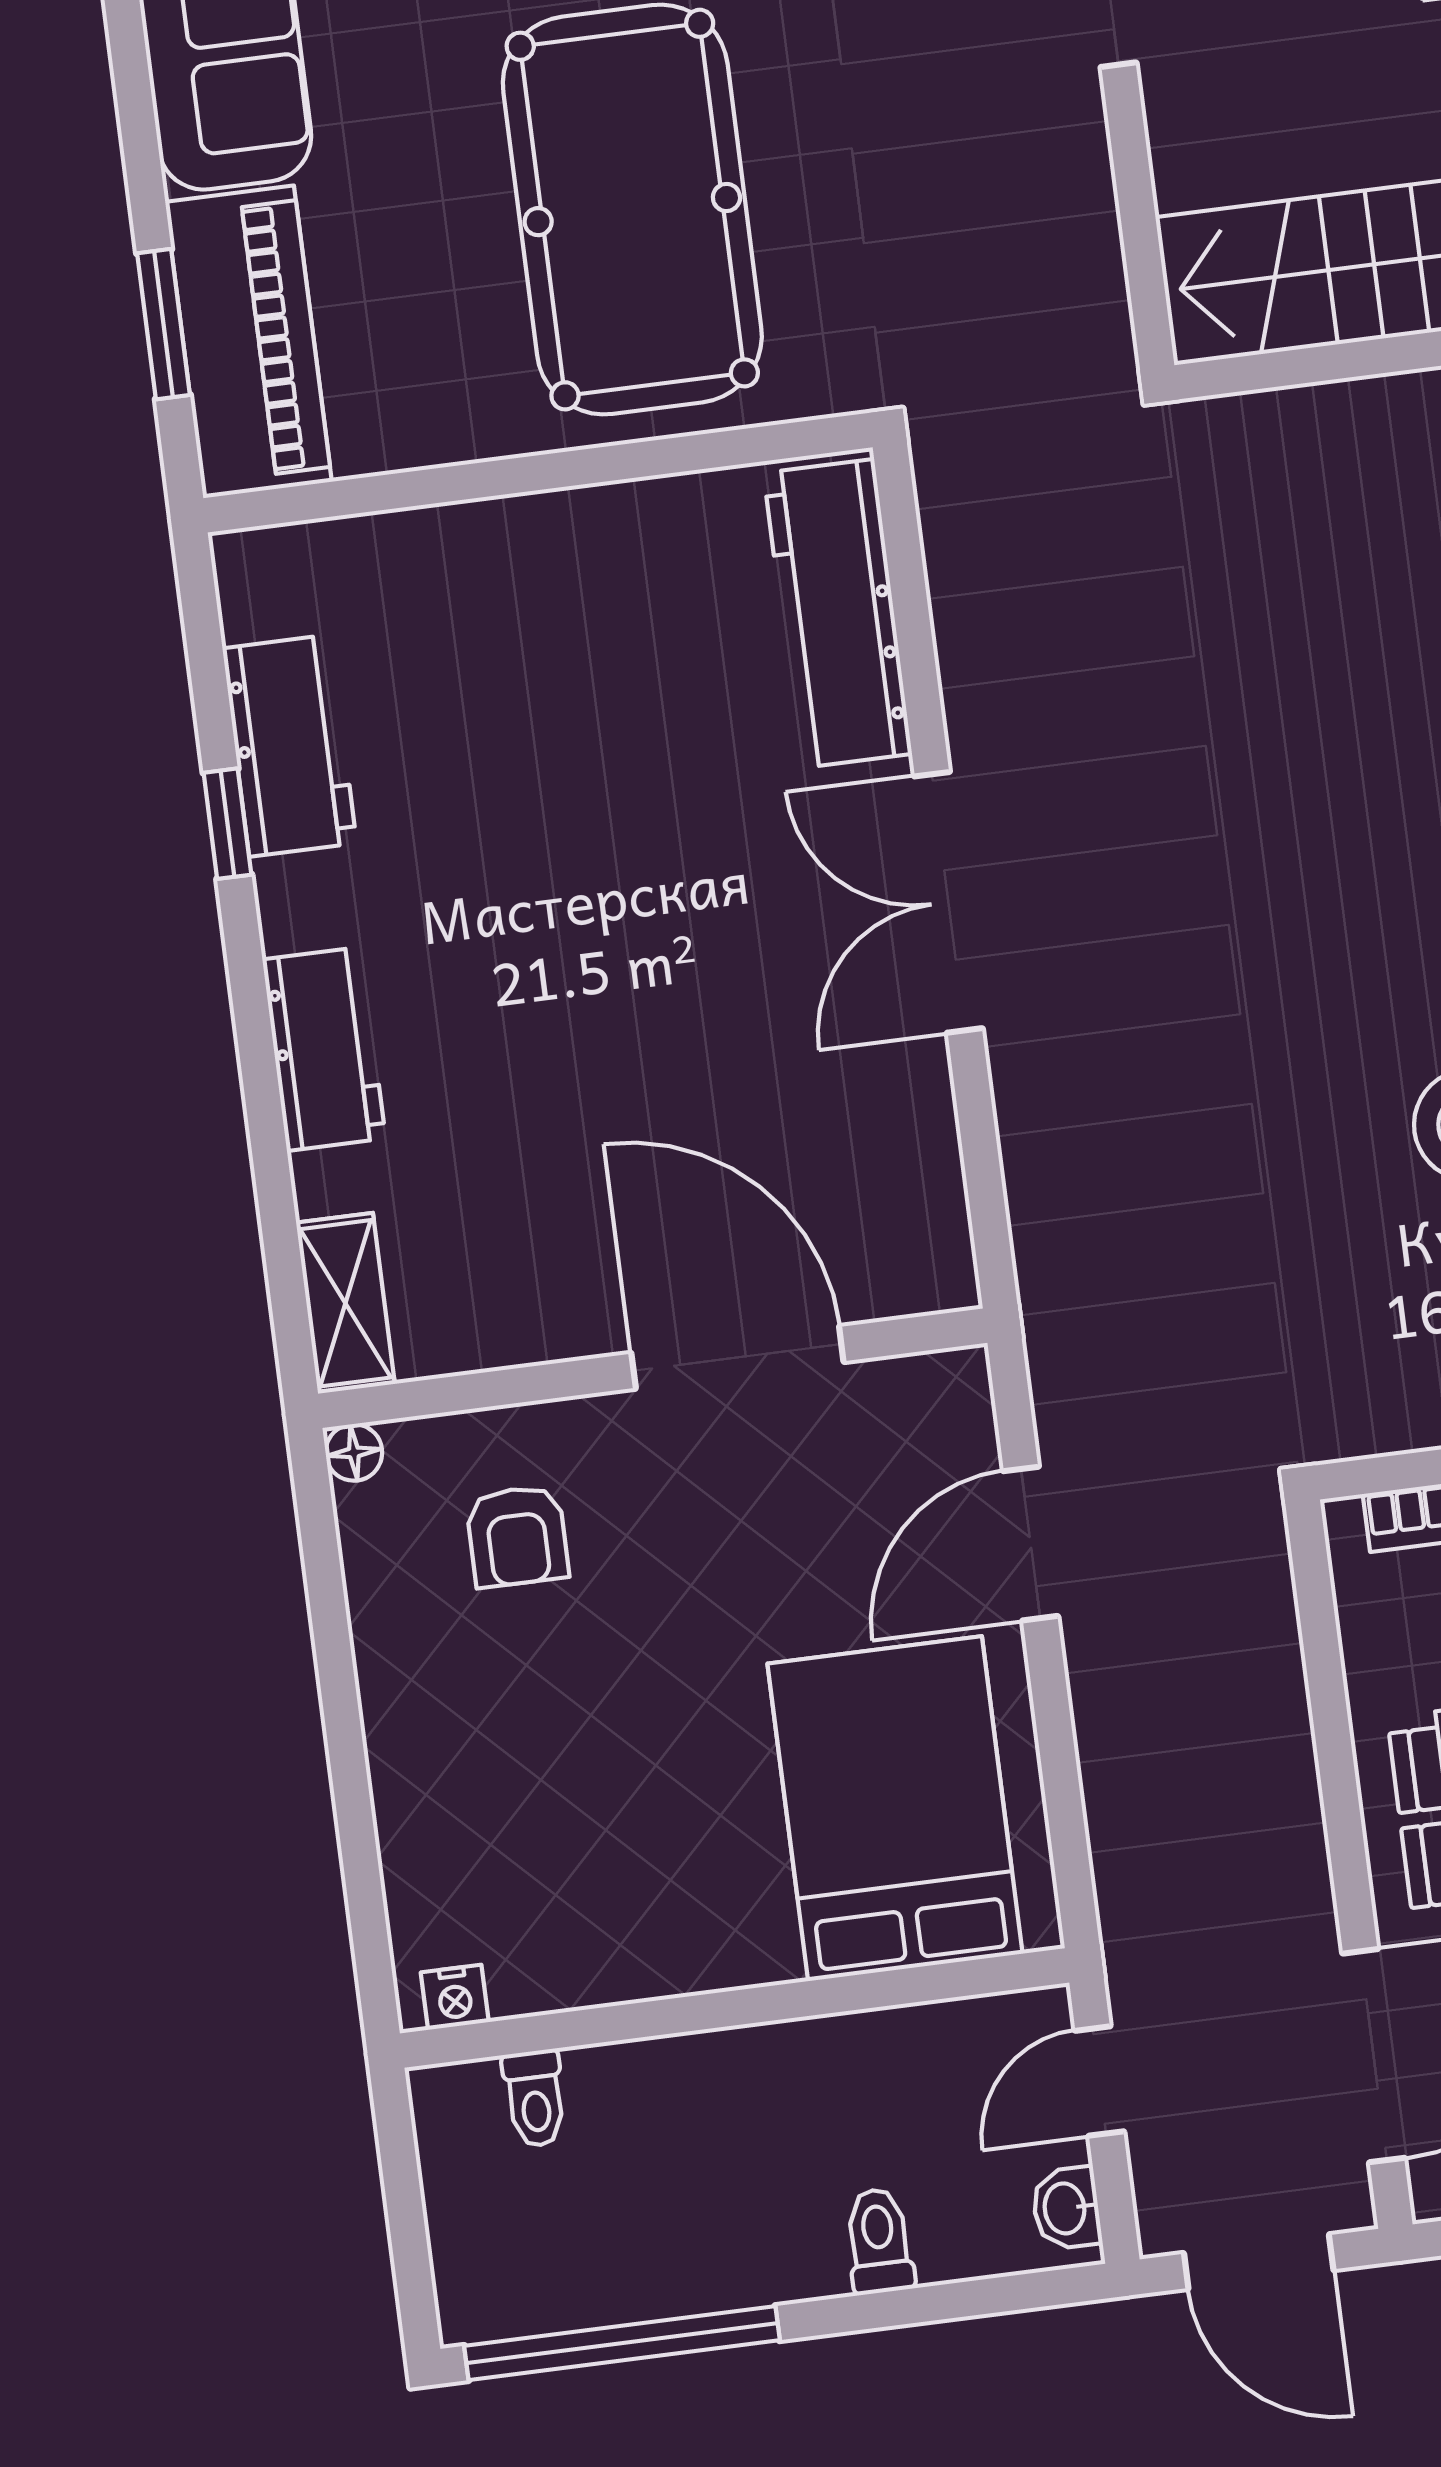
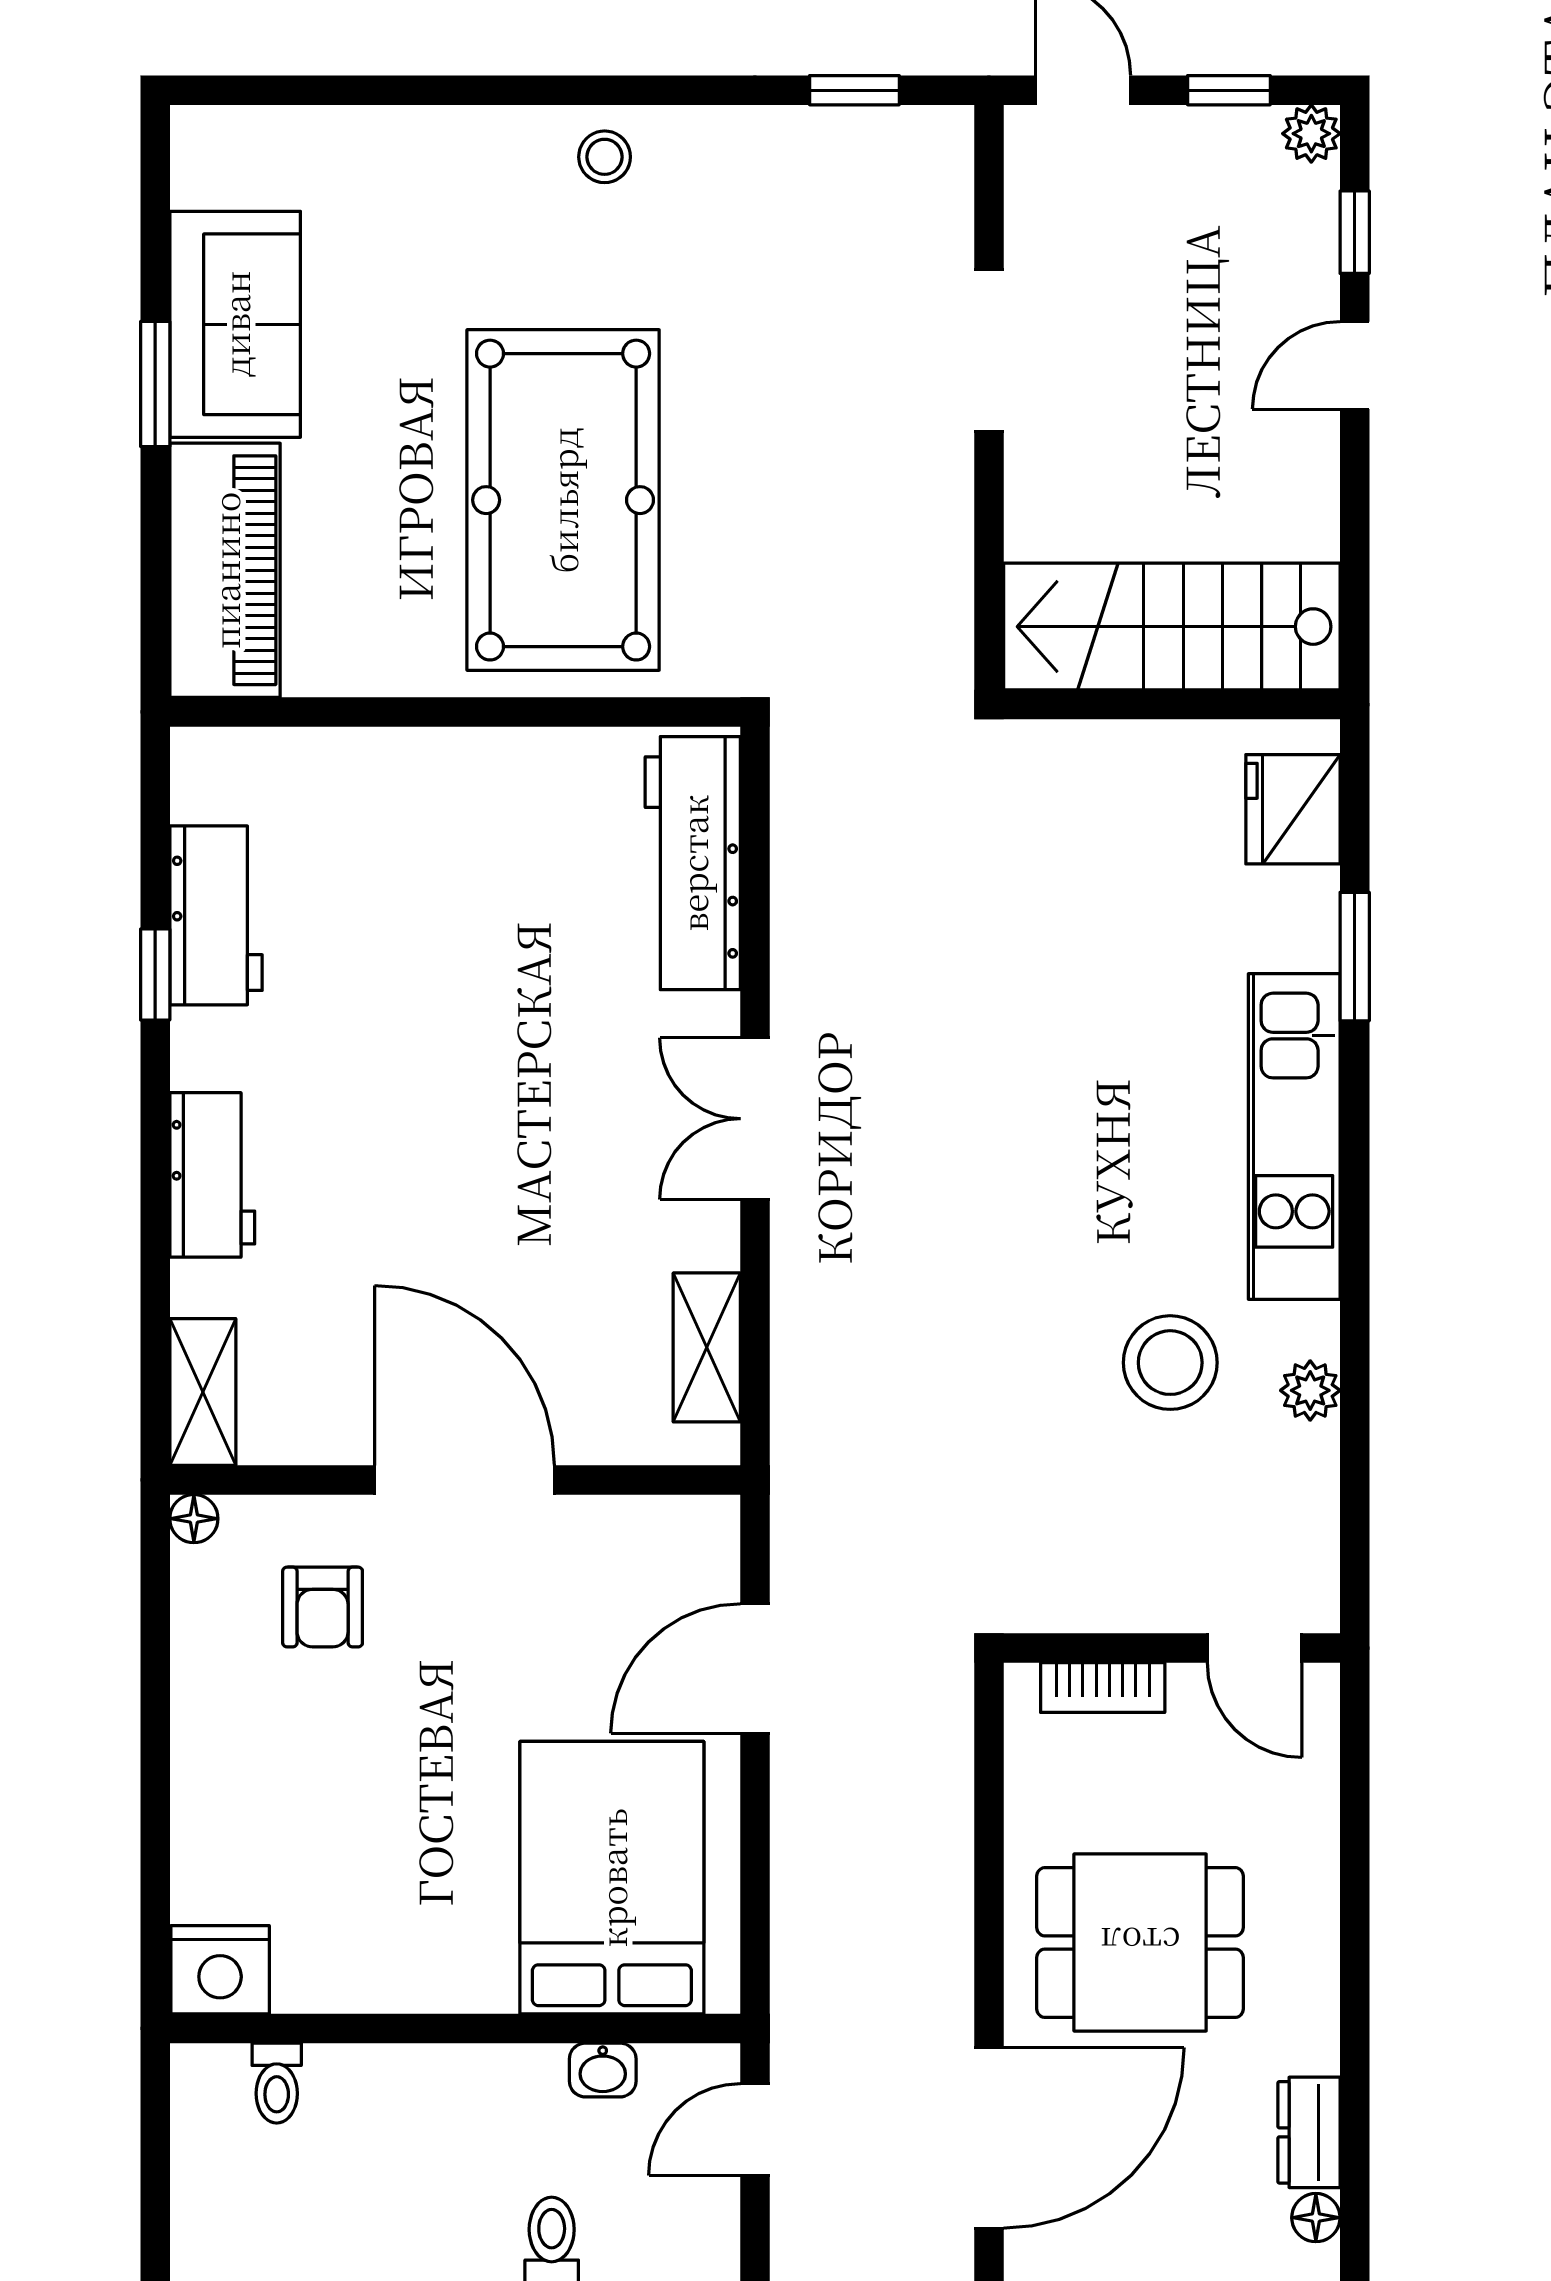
window: (163, 324) -> (155, 384), moved
double door: (948, 902) -> (755, 1119), width x0.73
shelving: (926, 1176) -> (707, 1347), added
door: (737, 1357) -> (465, 1480), moved
nightstand: (455, 1997) -> (220, 1970), width x1.89, depth x1.79
washbasin: (1066, 2208) -> (603, 2070), moved, turned -90

